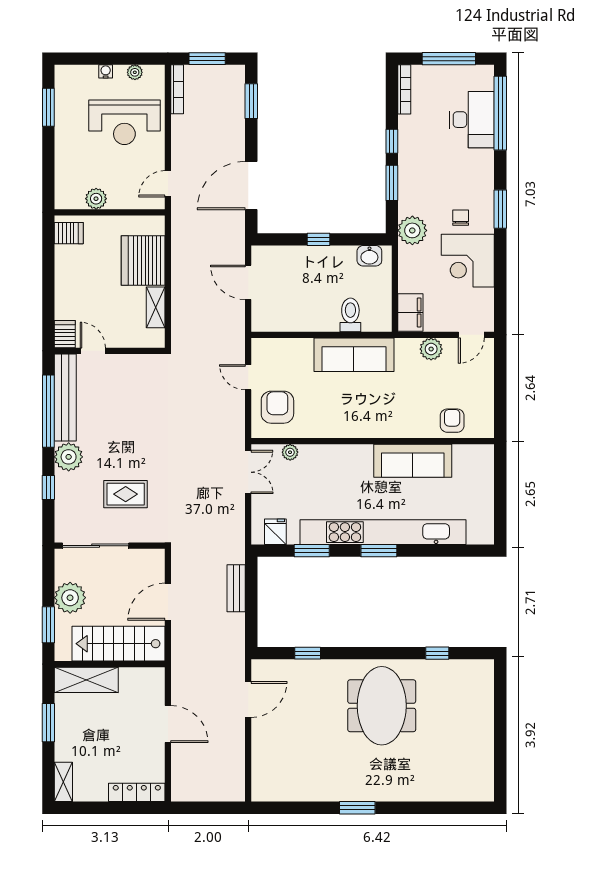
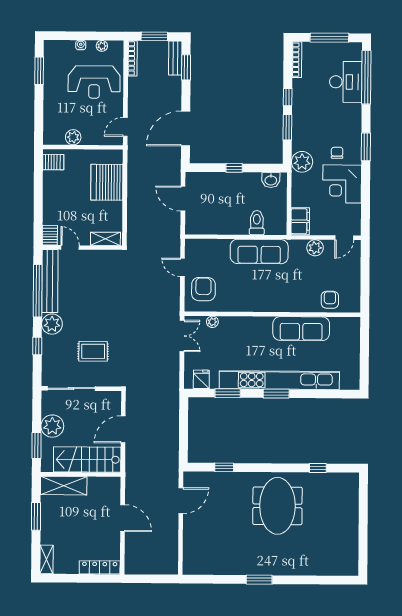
shelving: (156, 307) -> (105, 239), moved, turned 90
bench: (236, 588) -> (175, 58), moved

